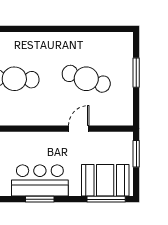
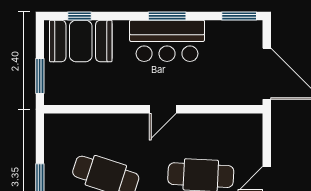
door: (79, 129) -> (163, 109), moved
window: (106, 199) -> (80, 16), width x0.46

